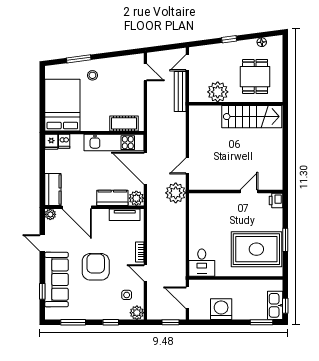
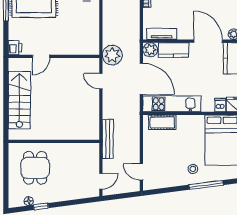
window: (229, 39) -> (41, 207), moved
window: (79, 59) -> (206, 185), width x1.44
bench: (180, 91) -> (108, 139), moved
plant: (218, 92) -> (71, 153), removed
stairs: (252, 117) -> (19, 100), moved, turned 90
door: (187, 166) -> (101, 81), swing flipped

